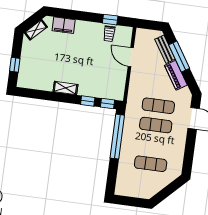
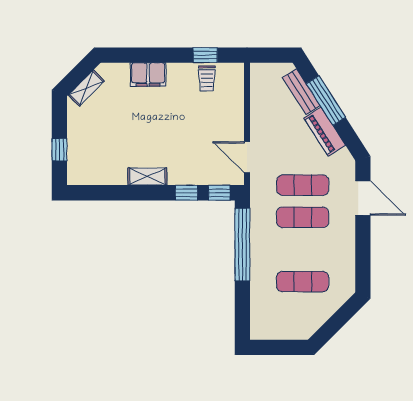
filing cabinet: (64, 25) -> (148, 74), moved
door: (131, 57) -> (247, 157), moved

